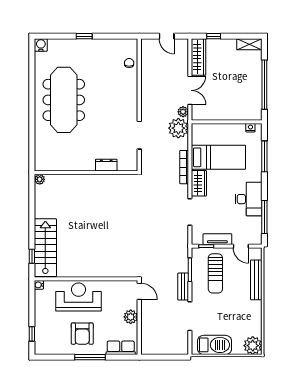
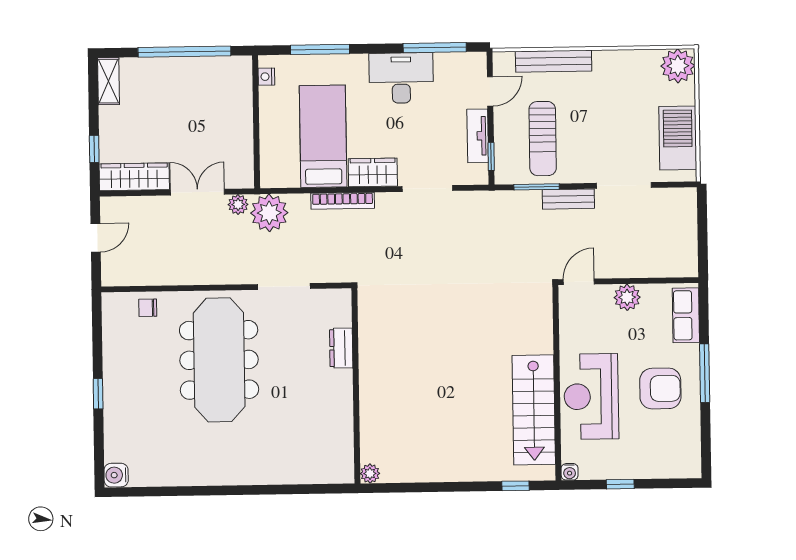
meeting table: (64, 100) -> (219, 360), moved, turned 90
stairs: (45, 248) -> (534, 410), moved, turned -90
sun lounger: (215, 273) -> (543, 139), turned 90
window: (32, 334) -> (620, 484), moved

